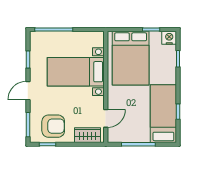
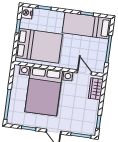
bed with nightstands: (76, 72) -> (44, 91), width x1.36
armchair: (53, 126) -> (85, 115), removed

